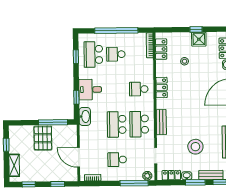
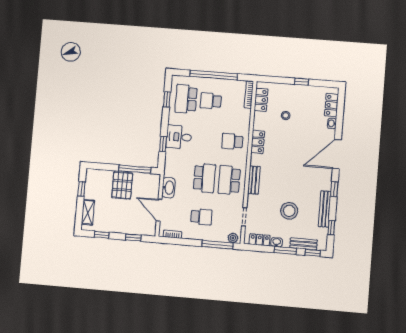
shower: (199, 39) -> (304, 93), removed
washbasin: (85, 116) -> (168, 188), moved
school desk: (117, 124) -> (204, 178), turned 180
school desk: (117, 160) -> (201, 217), turned 180

